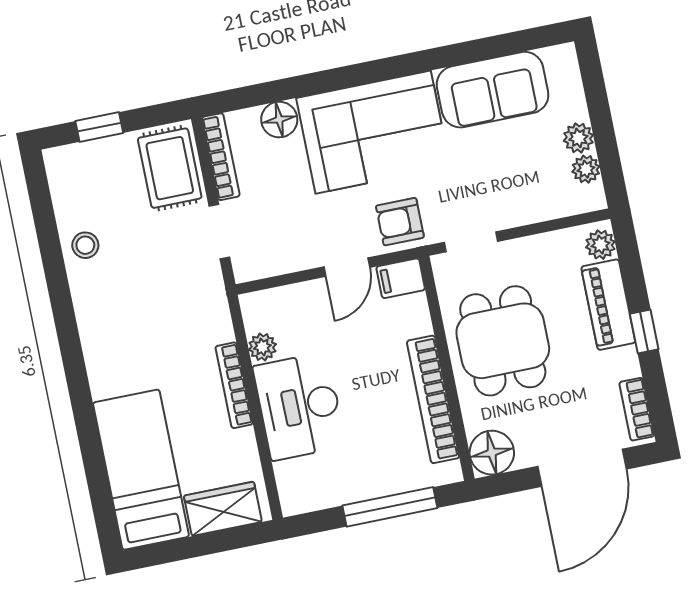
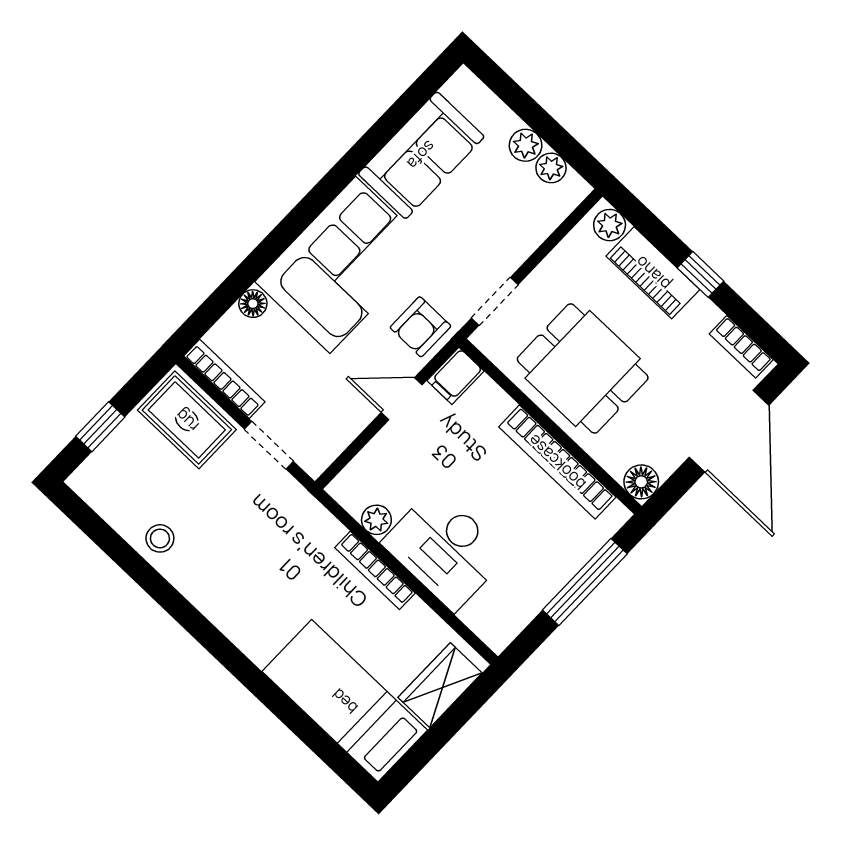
floor lamp: (279, 120) -> (253, 304), width x0.73, depth x0.73
door: (347, 267) -> (402, 399), swing flipped
floor lamp: (492, 453) -> (641, 482), width x0.73, depth x0.73

